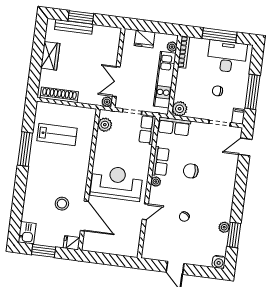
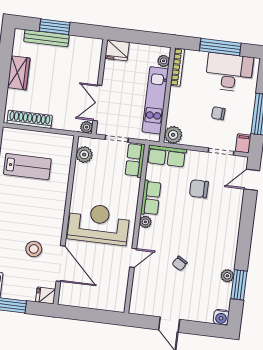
fridge: (145, 39) -> (117, 50), moved
chair: (191, 171) -> (199, 189), moved

